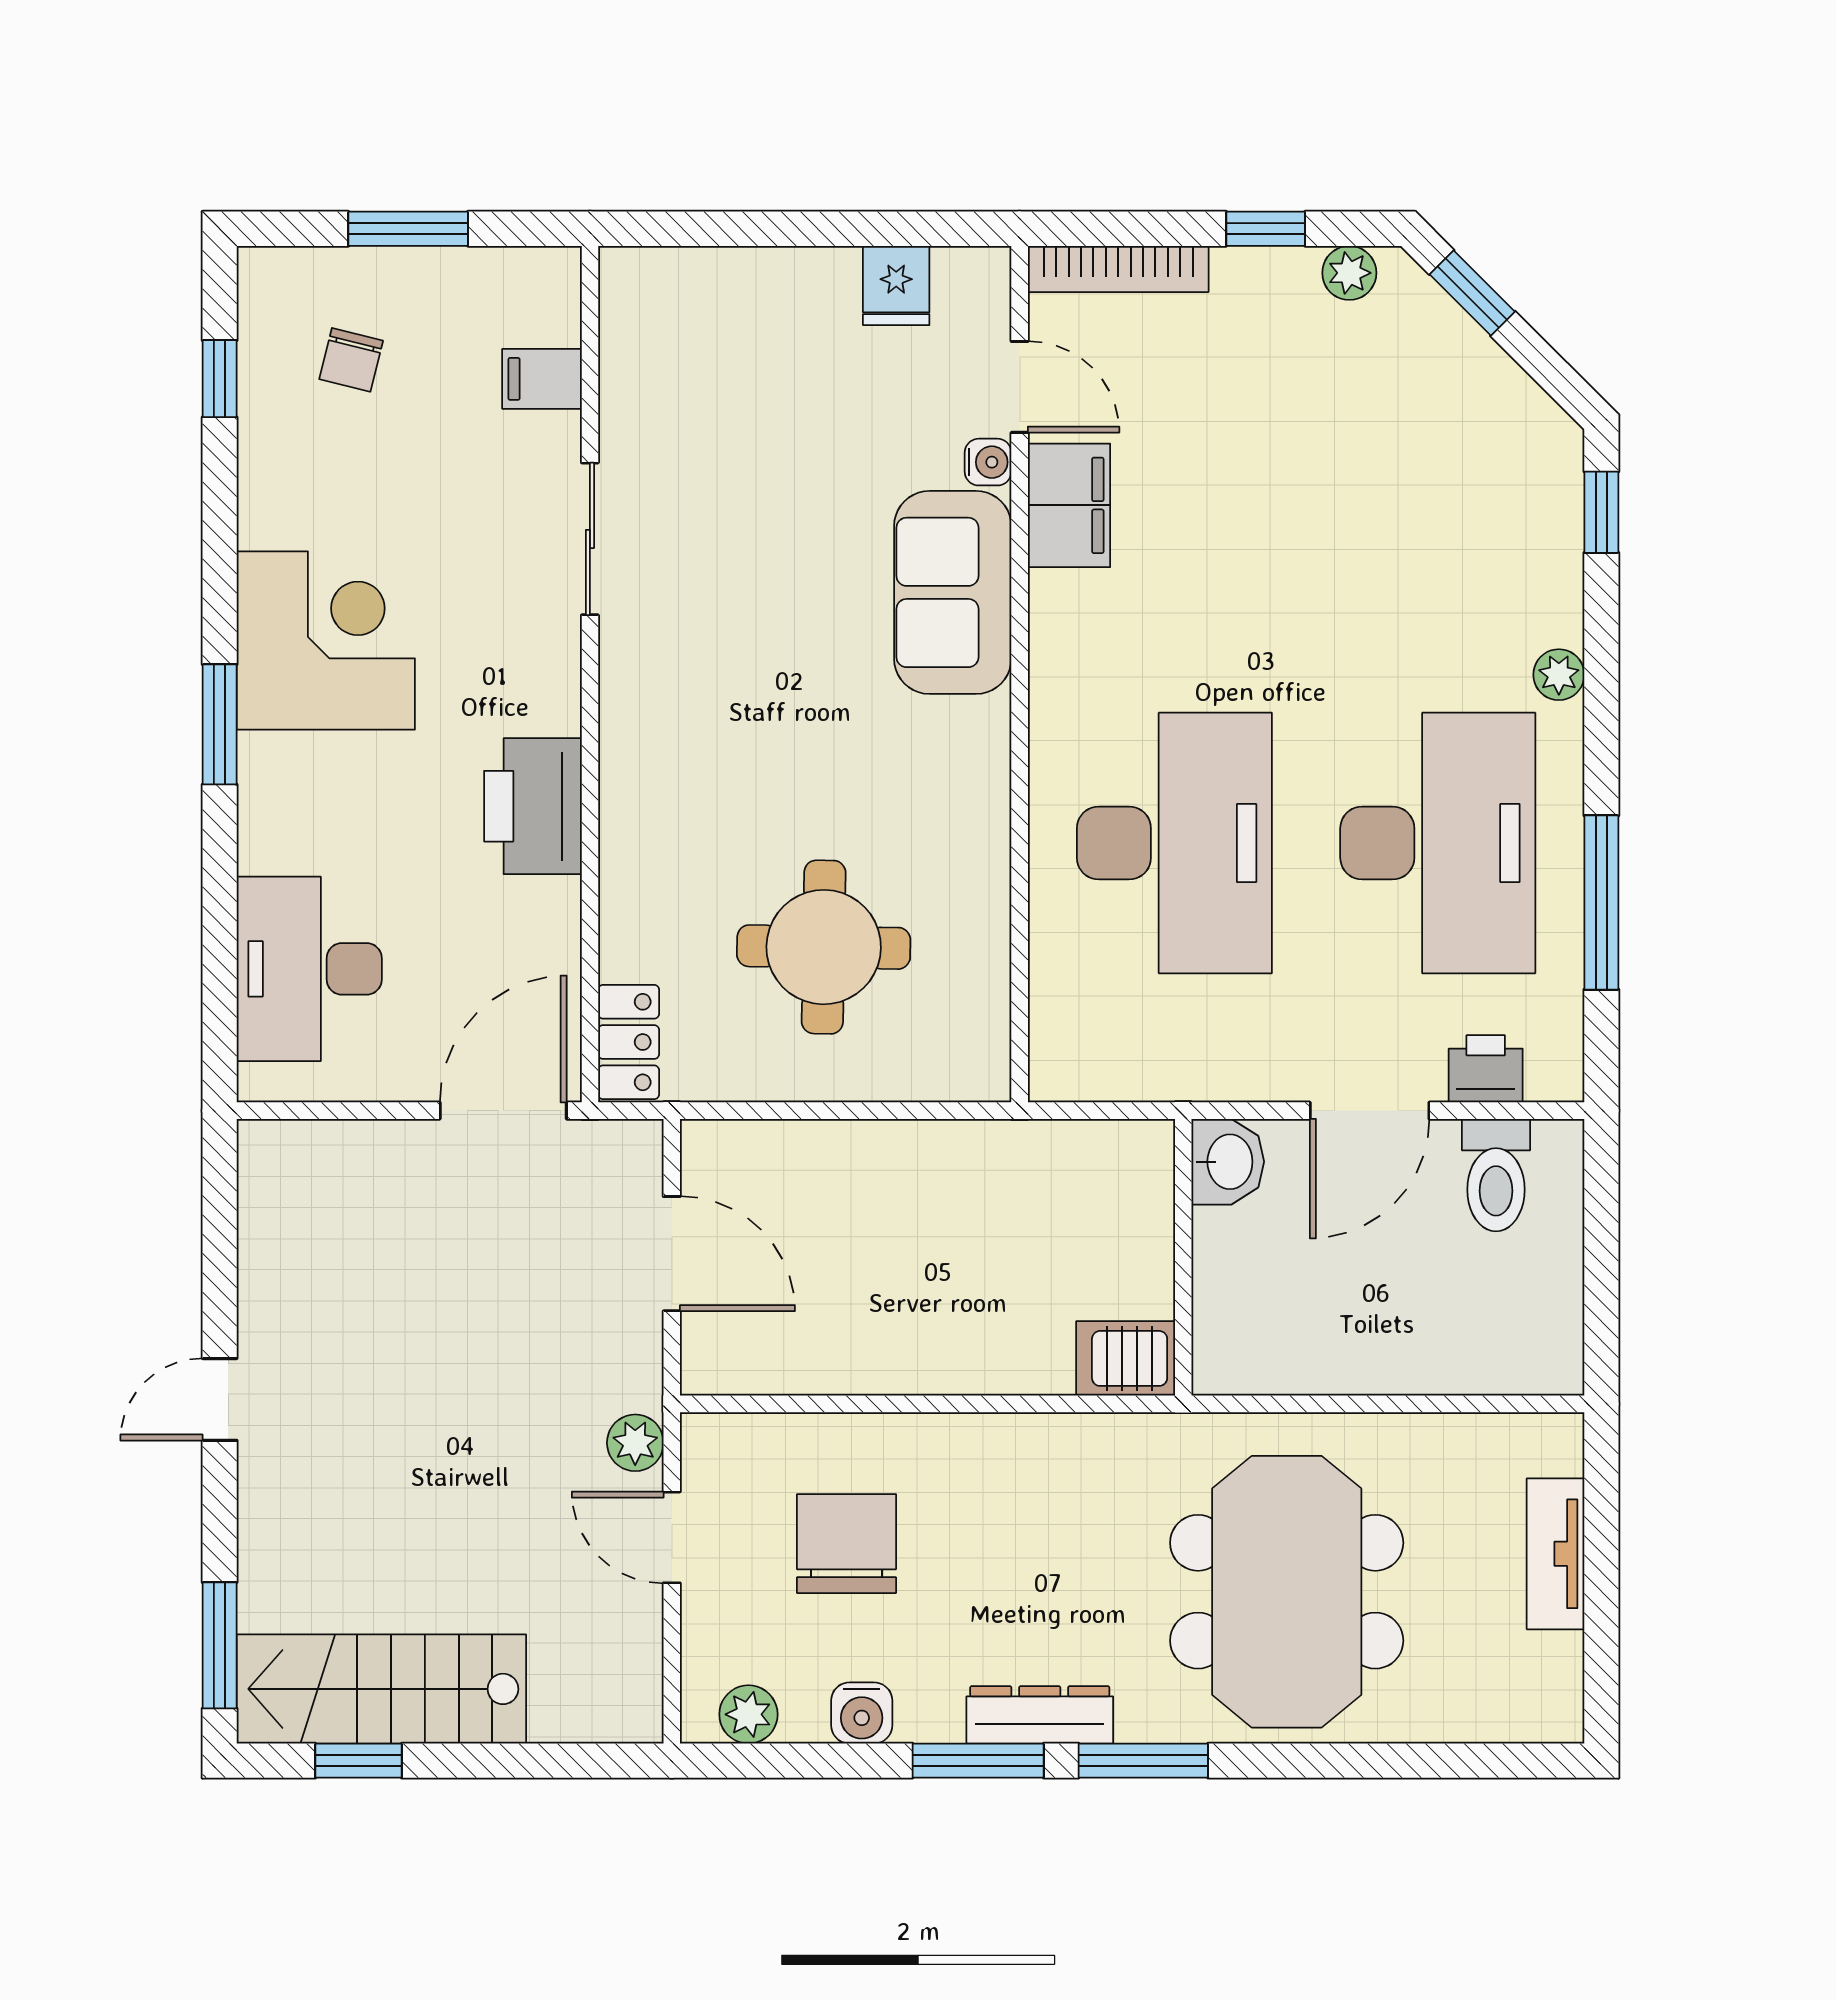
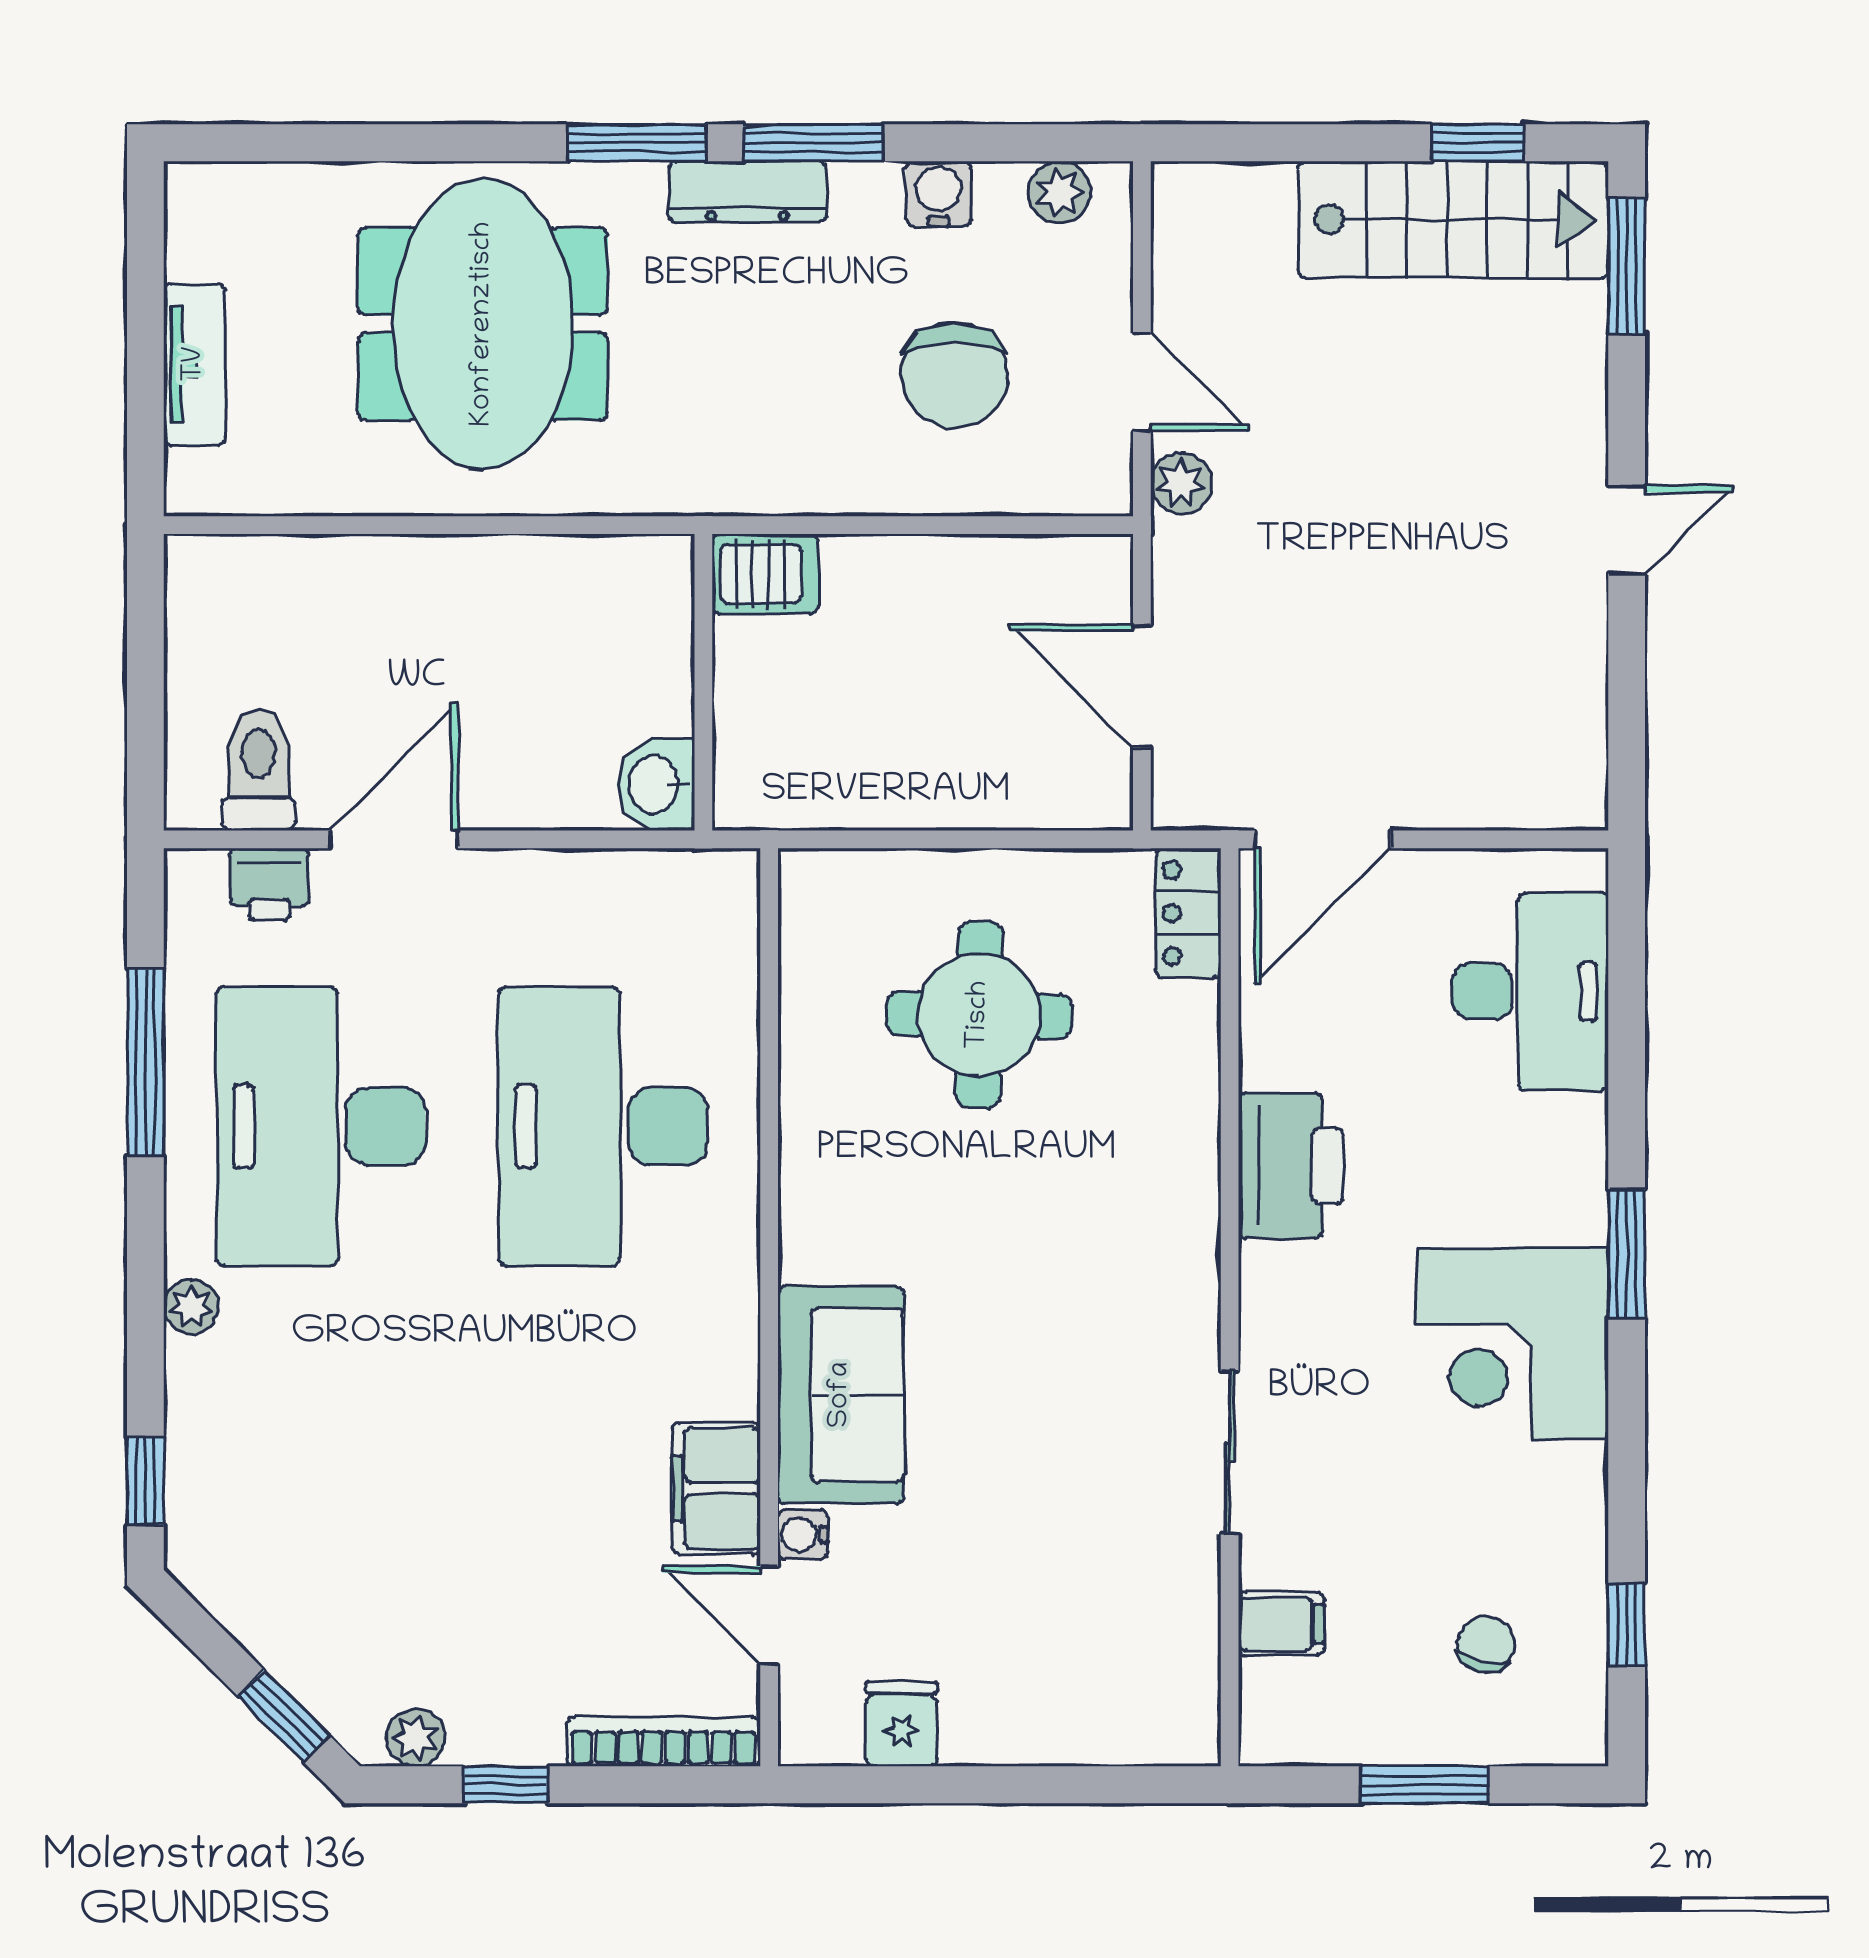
washbasin: (1228, 1162) -> (656, 785), moved
wall: (1183, 1257) -> (703, 682), moved
server rack: (1126, 1358) -> (765, 574), moved

